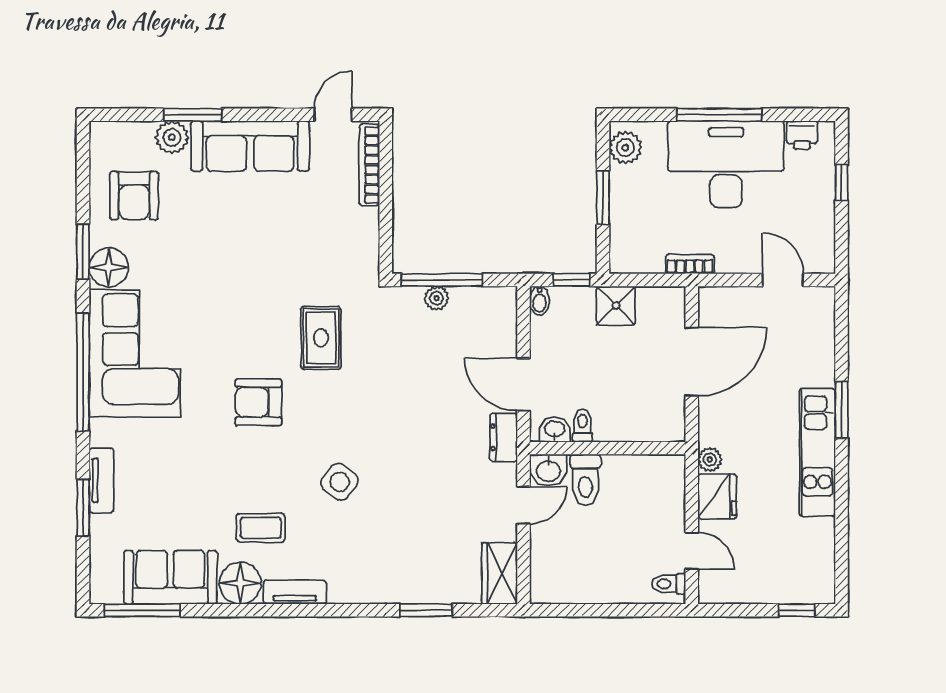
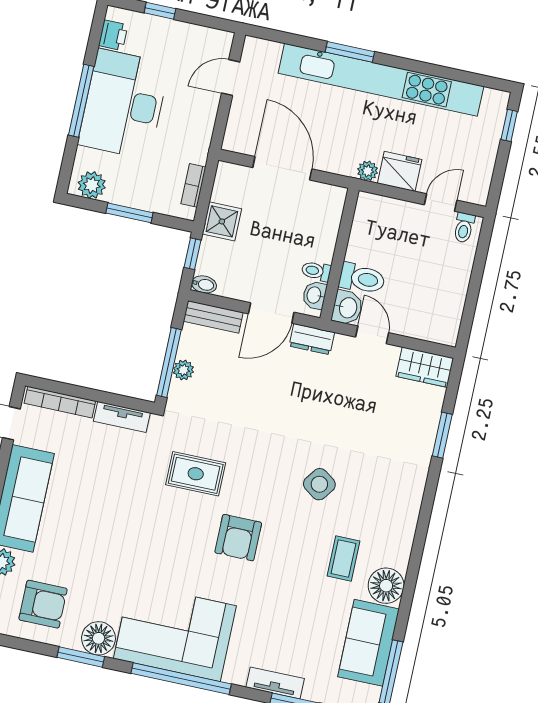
bookcase: (690, 264) -> (193, 185), moved
bench: (505, 319) -> (213, 317), added
kitchen unit: (817, 452) -> (381, 80), width x1.86
tv unit: (295, 592) -> (122, 417), moved, turned -90

